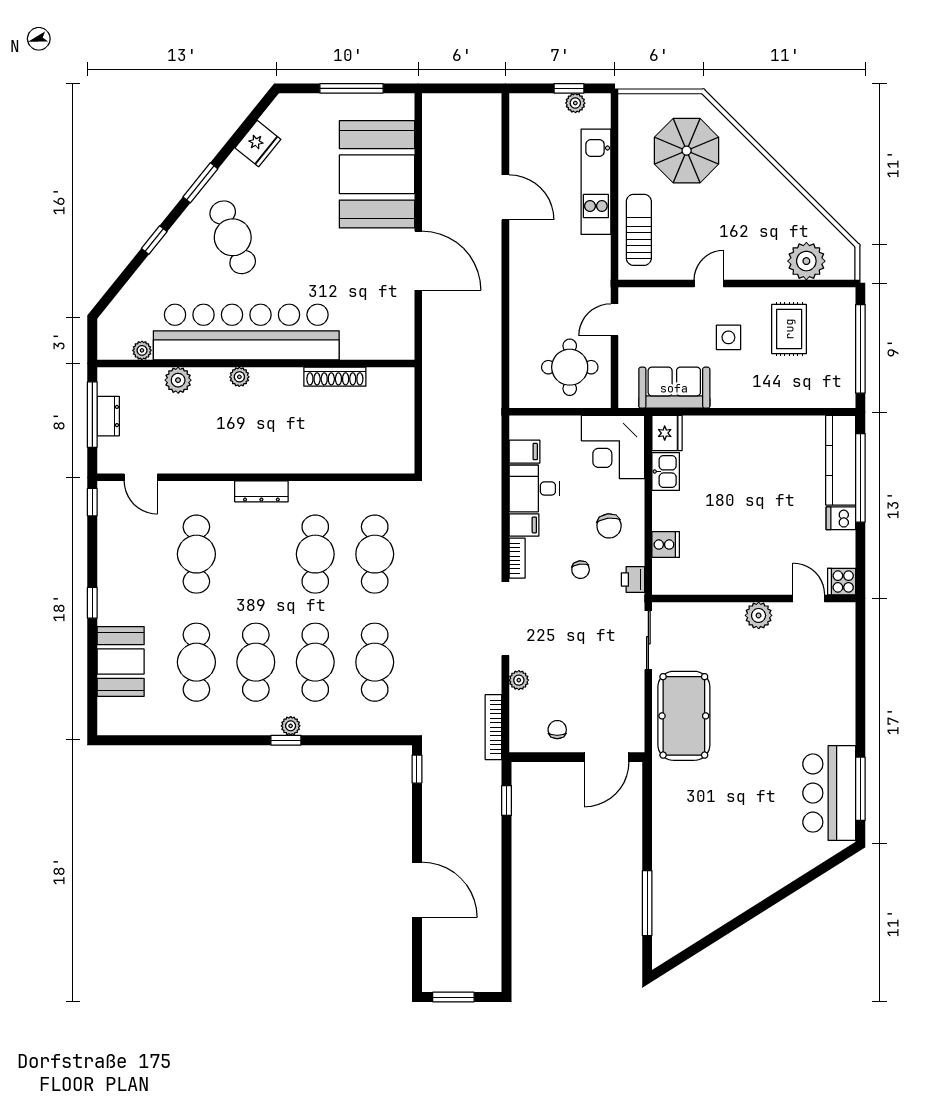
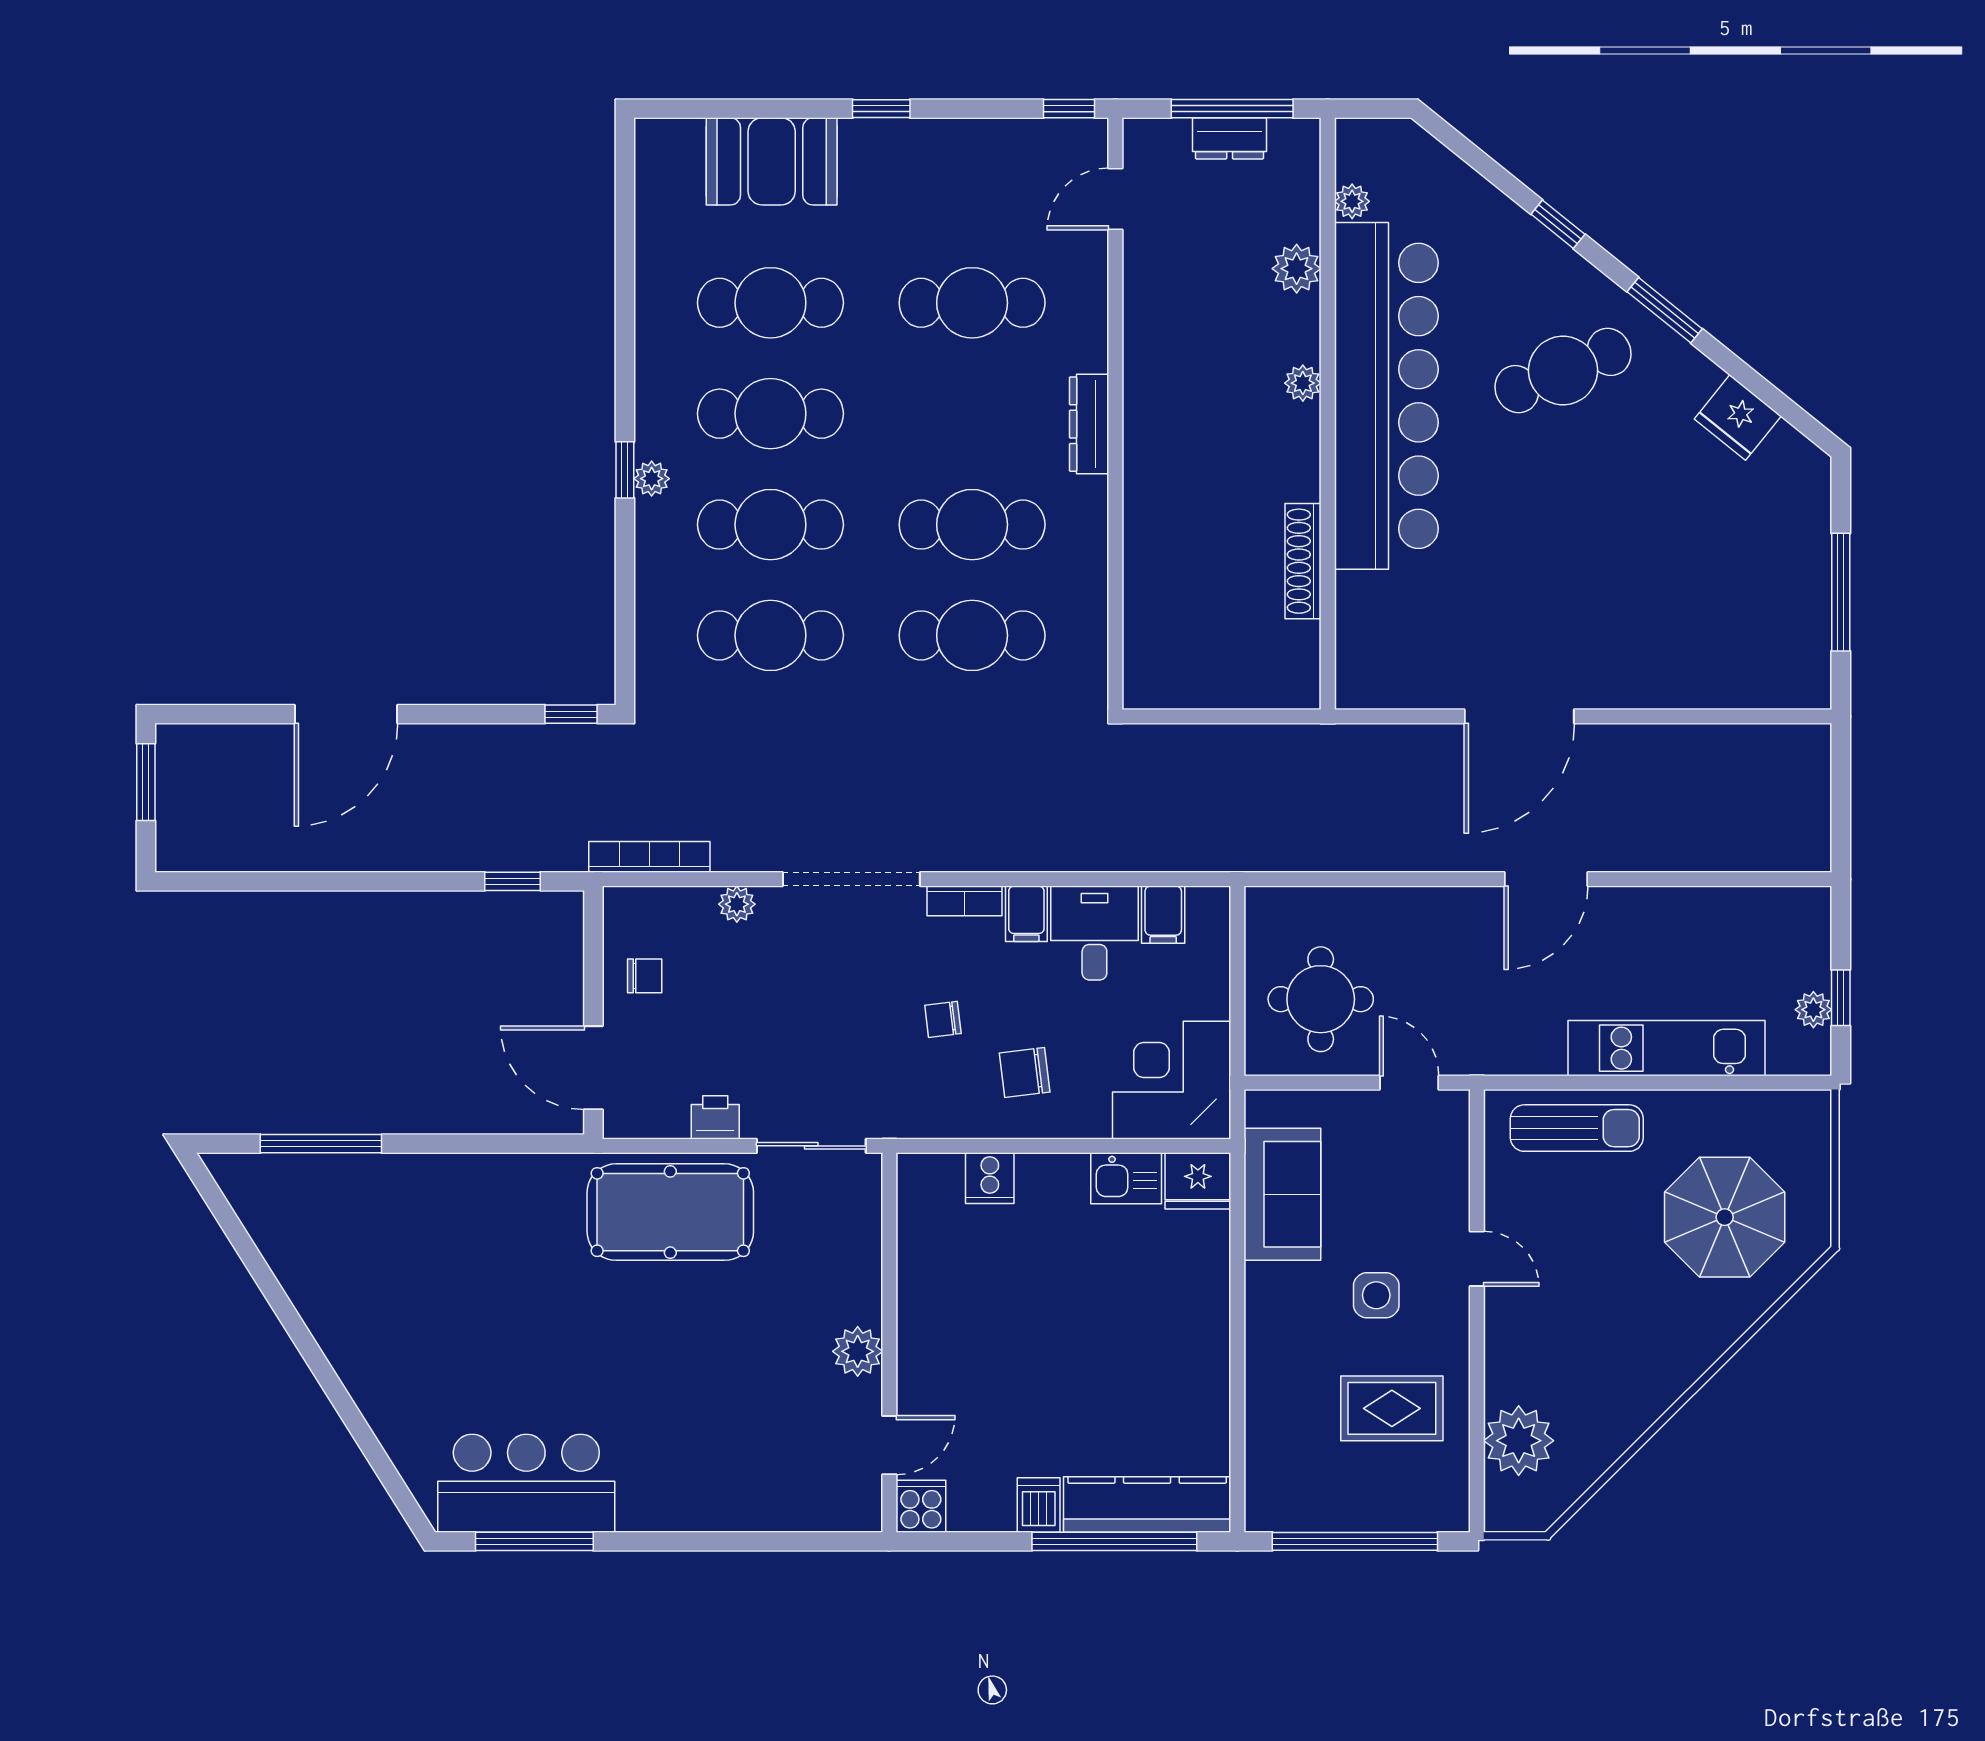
booth: (377, 174) -> (1680, 639), removed
door: (505, 197) -> (1546, 879), moved
printer: (633, 580) -> (715, 1117), moved

